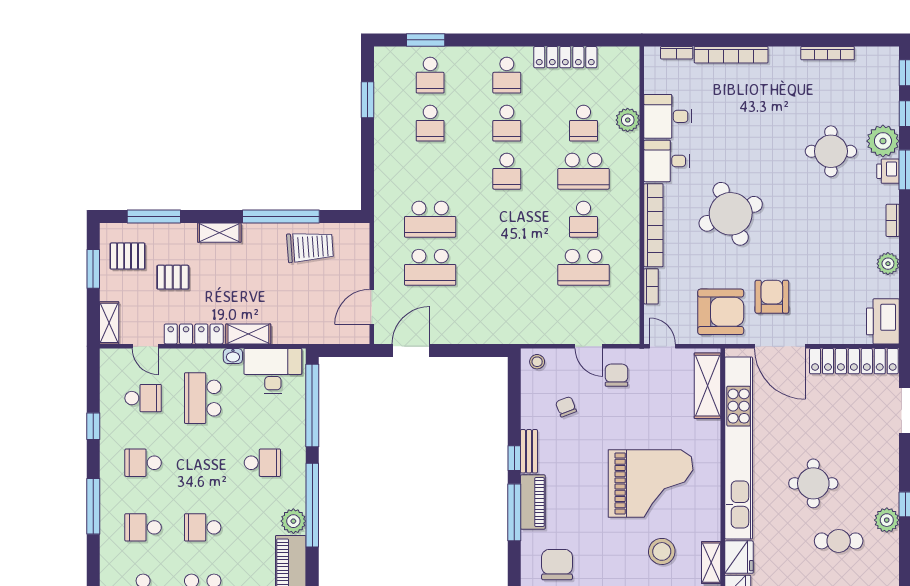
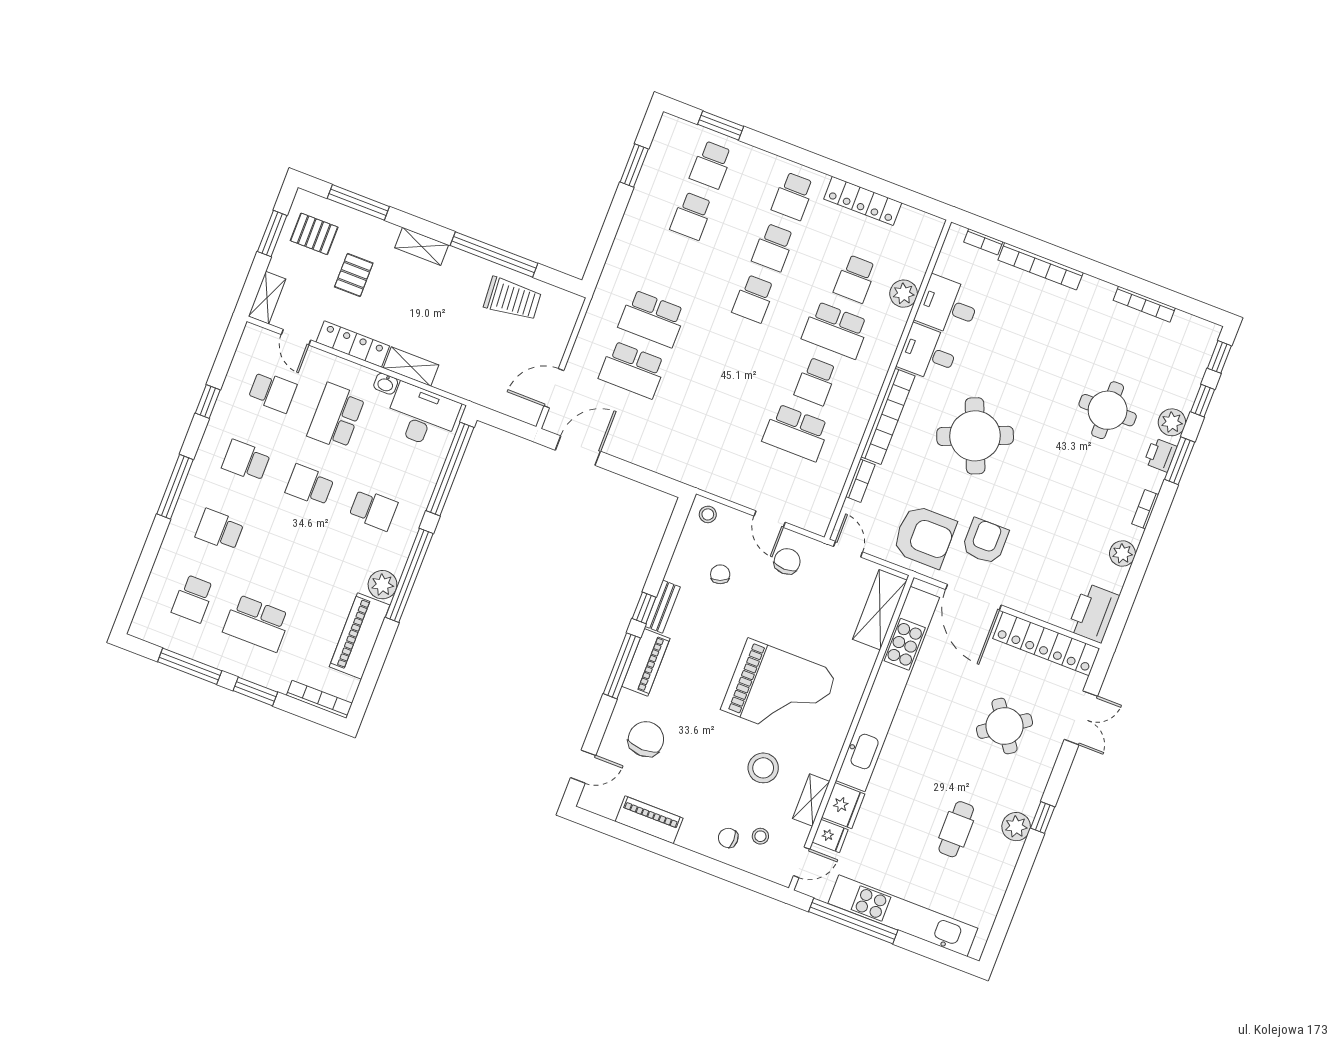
plant: (883, 141) -> (1172, 422), width x0.73, depth x0.73
pallet: (173, 277) -> (354, 275), turned 90
round table: (813, 483) -> (1004, 726), moved, turned -35
school desk: (203, 527) -> (310, 485), moved
cafe table: (839, 541) -> (956, 829), turned 90

